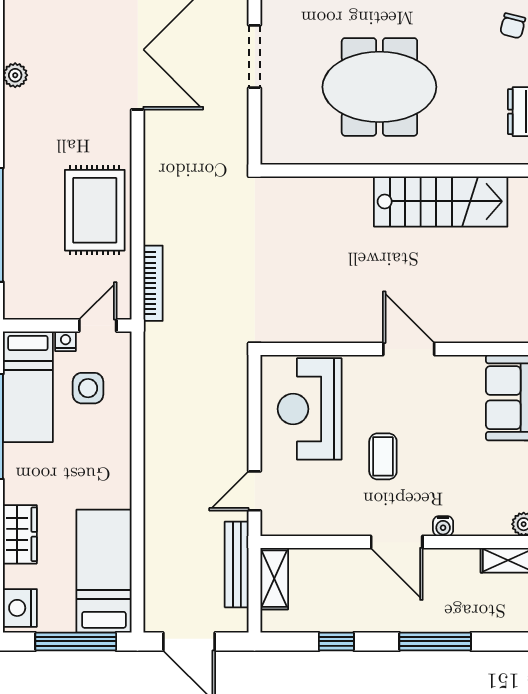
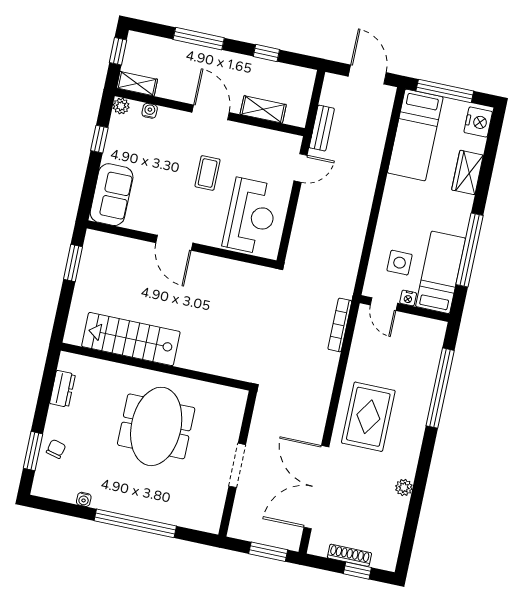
meeting table: (379, 87) -> (156, 426), turned 90
rug: (95, 210) -> (368, 417), moved
door: (98, 326) -> (384, 304), hinge flipped
water cooler: (443, 526) -> (150, 111), moved
bench: (237, 564) -> (322, 128), width x0.73
shelving: (274, 579) -> (263, 109), moved, turned 90

